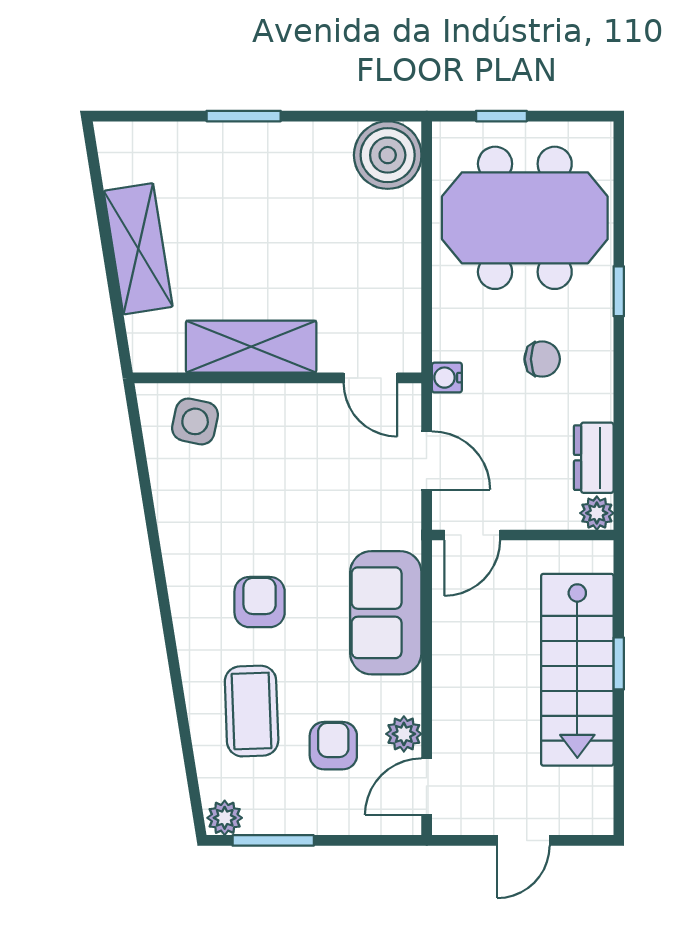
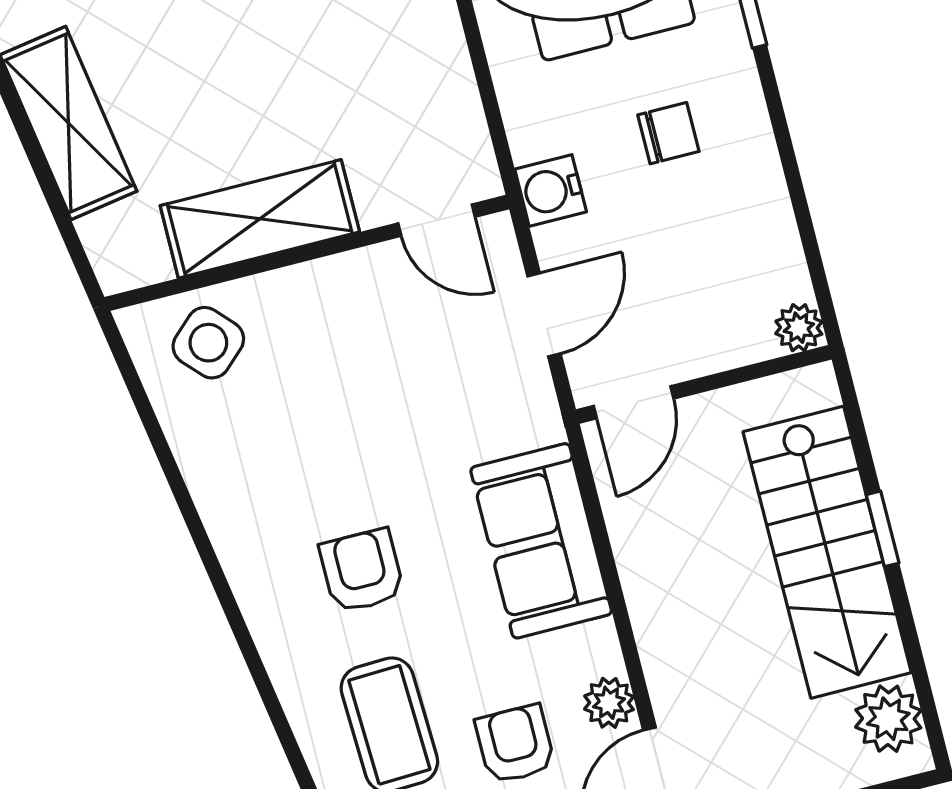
water cooler: (447, 378) -> (551, 191), width x1.38, depth x1.38
side table: (195, 421) -> (208, 343), turned 35
dresser: (594, 458) -> (775, 252), removed
door: (427, 460) -> (544, 315), hinge flipped
plant: (590, 793) -> (888, 719), added

